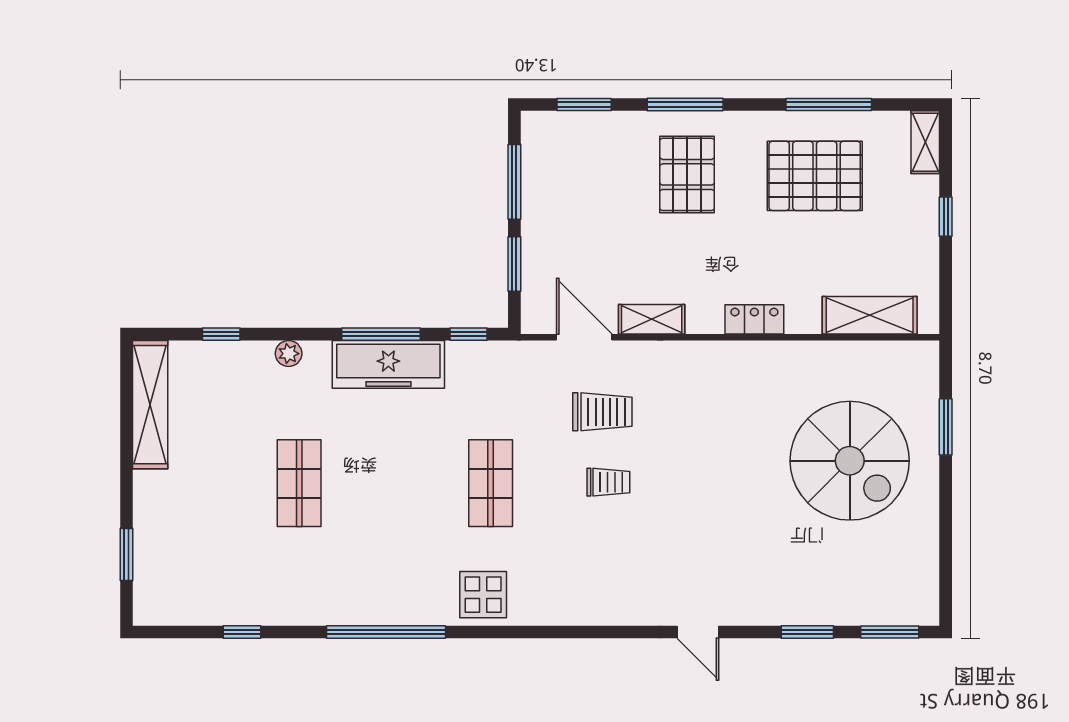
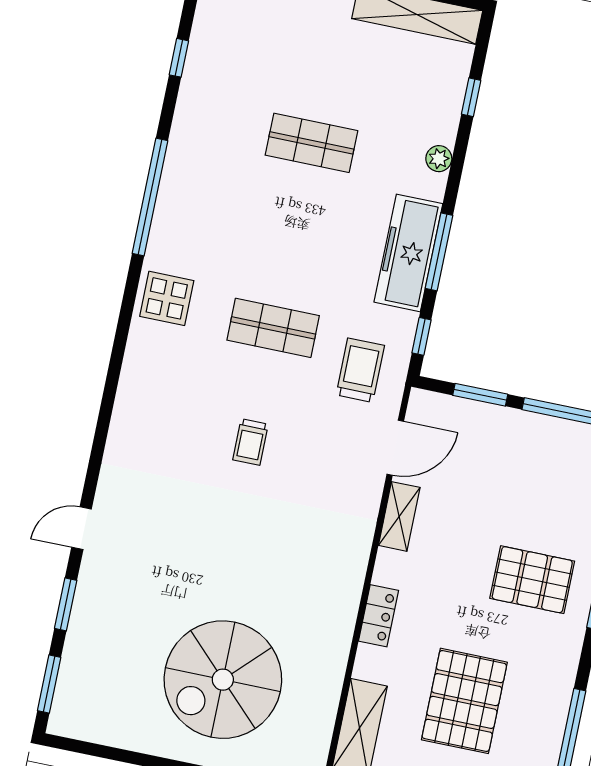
pallet: (815, 176) -> (464, 701), moved
trolley: (602, 412) -> (360, 370), moved, turned 180
door: (698, 632) -> (81, 528), moved

